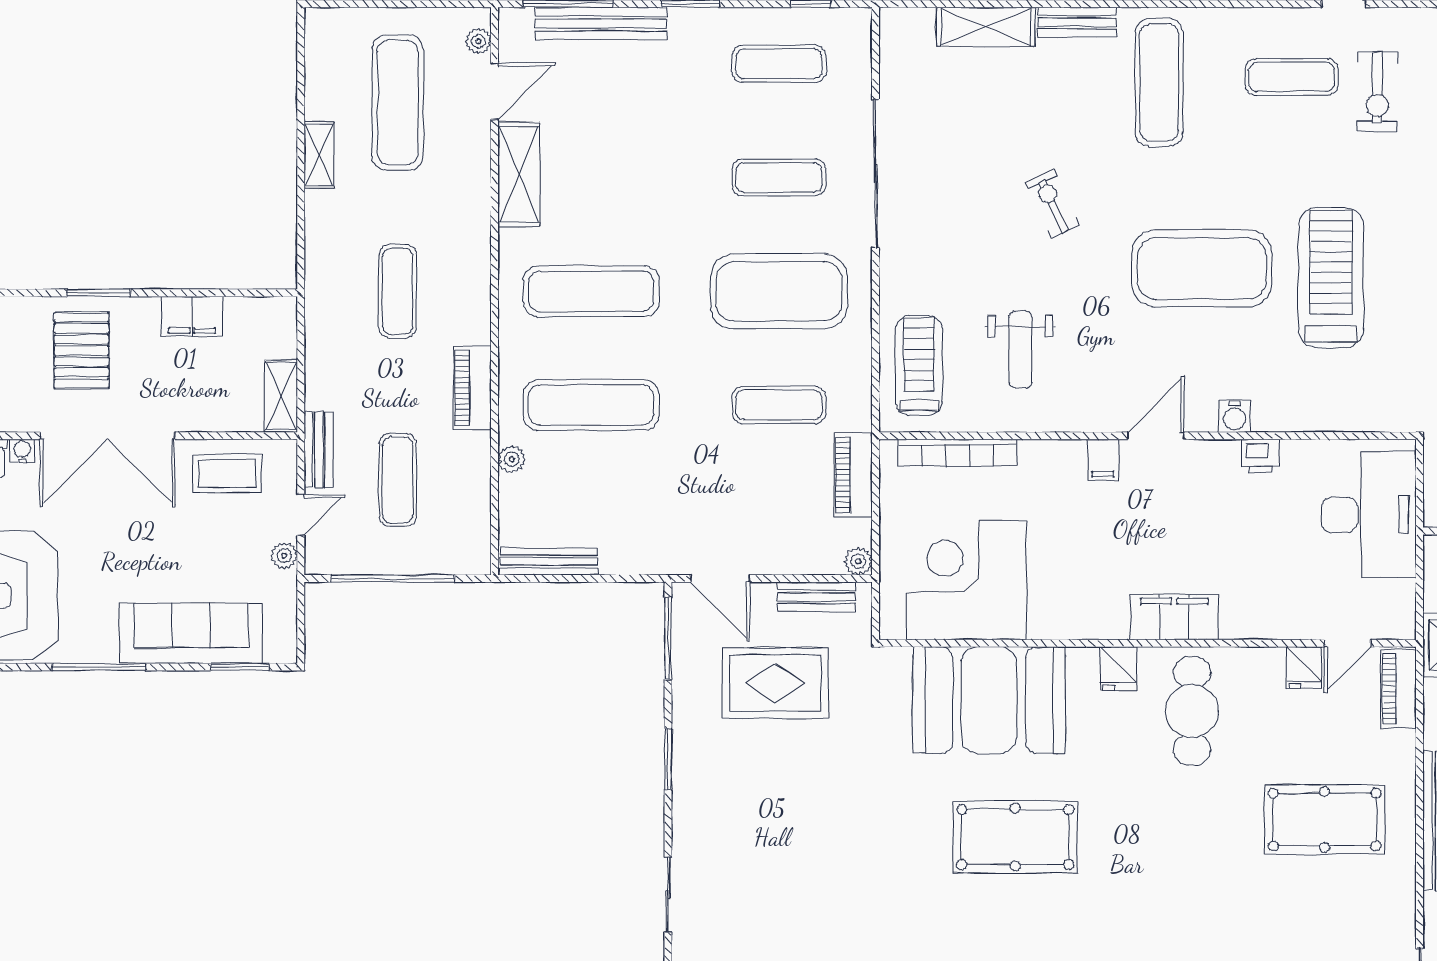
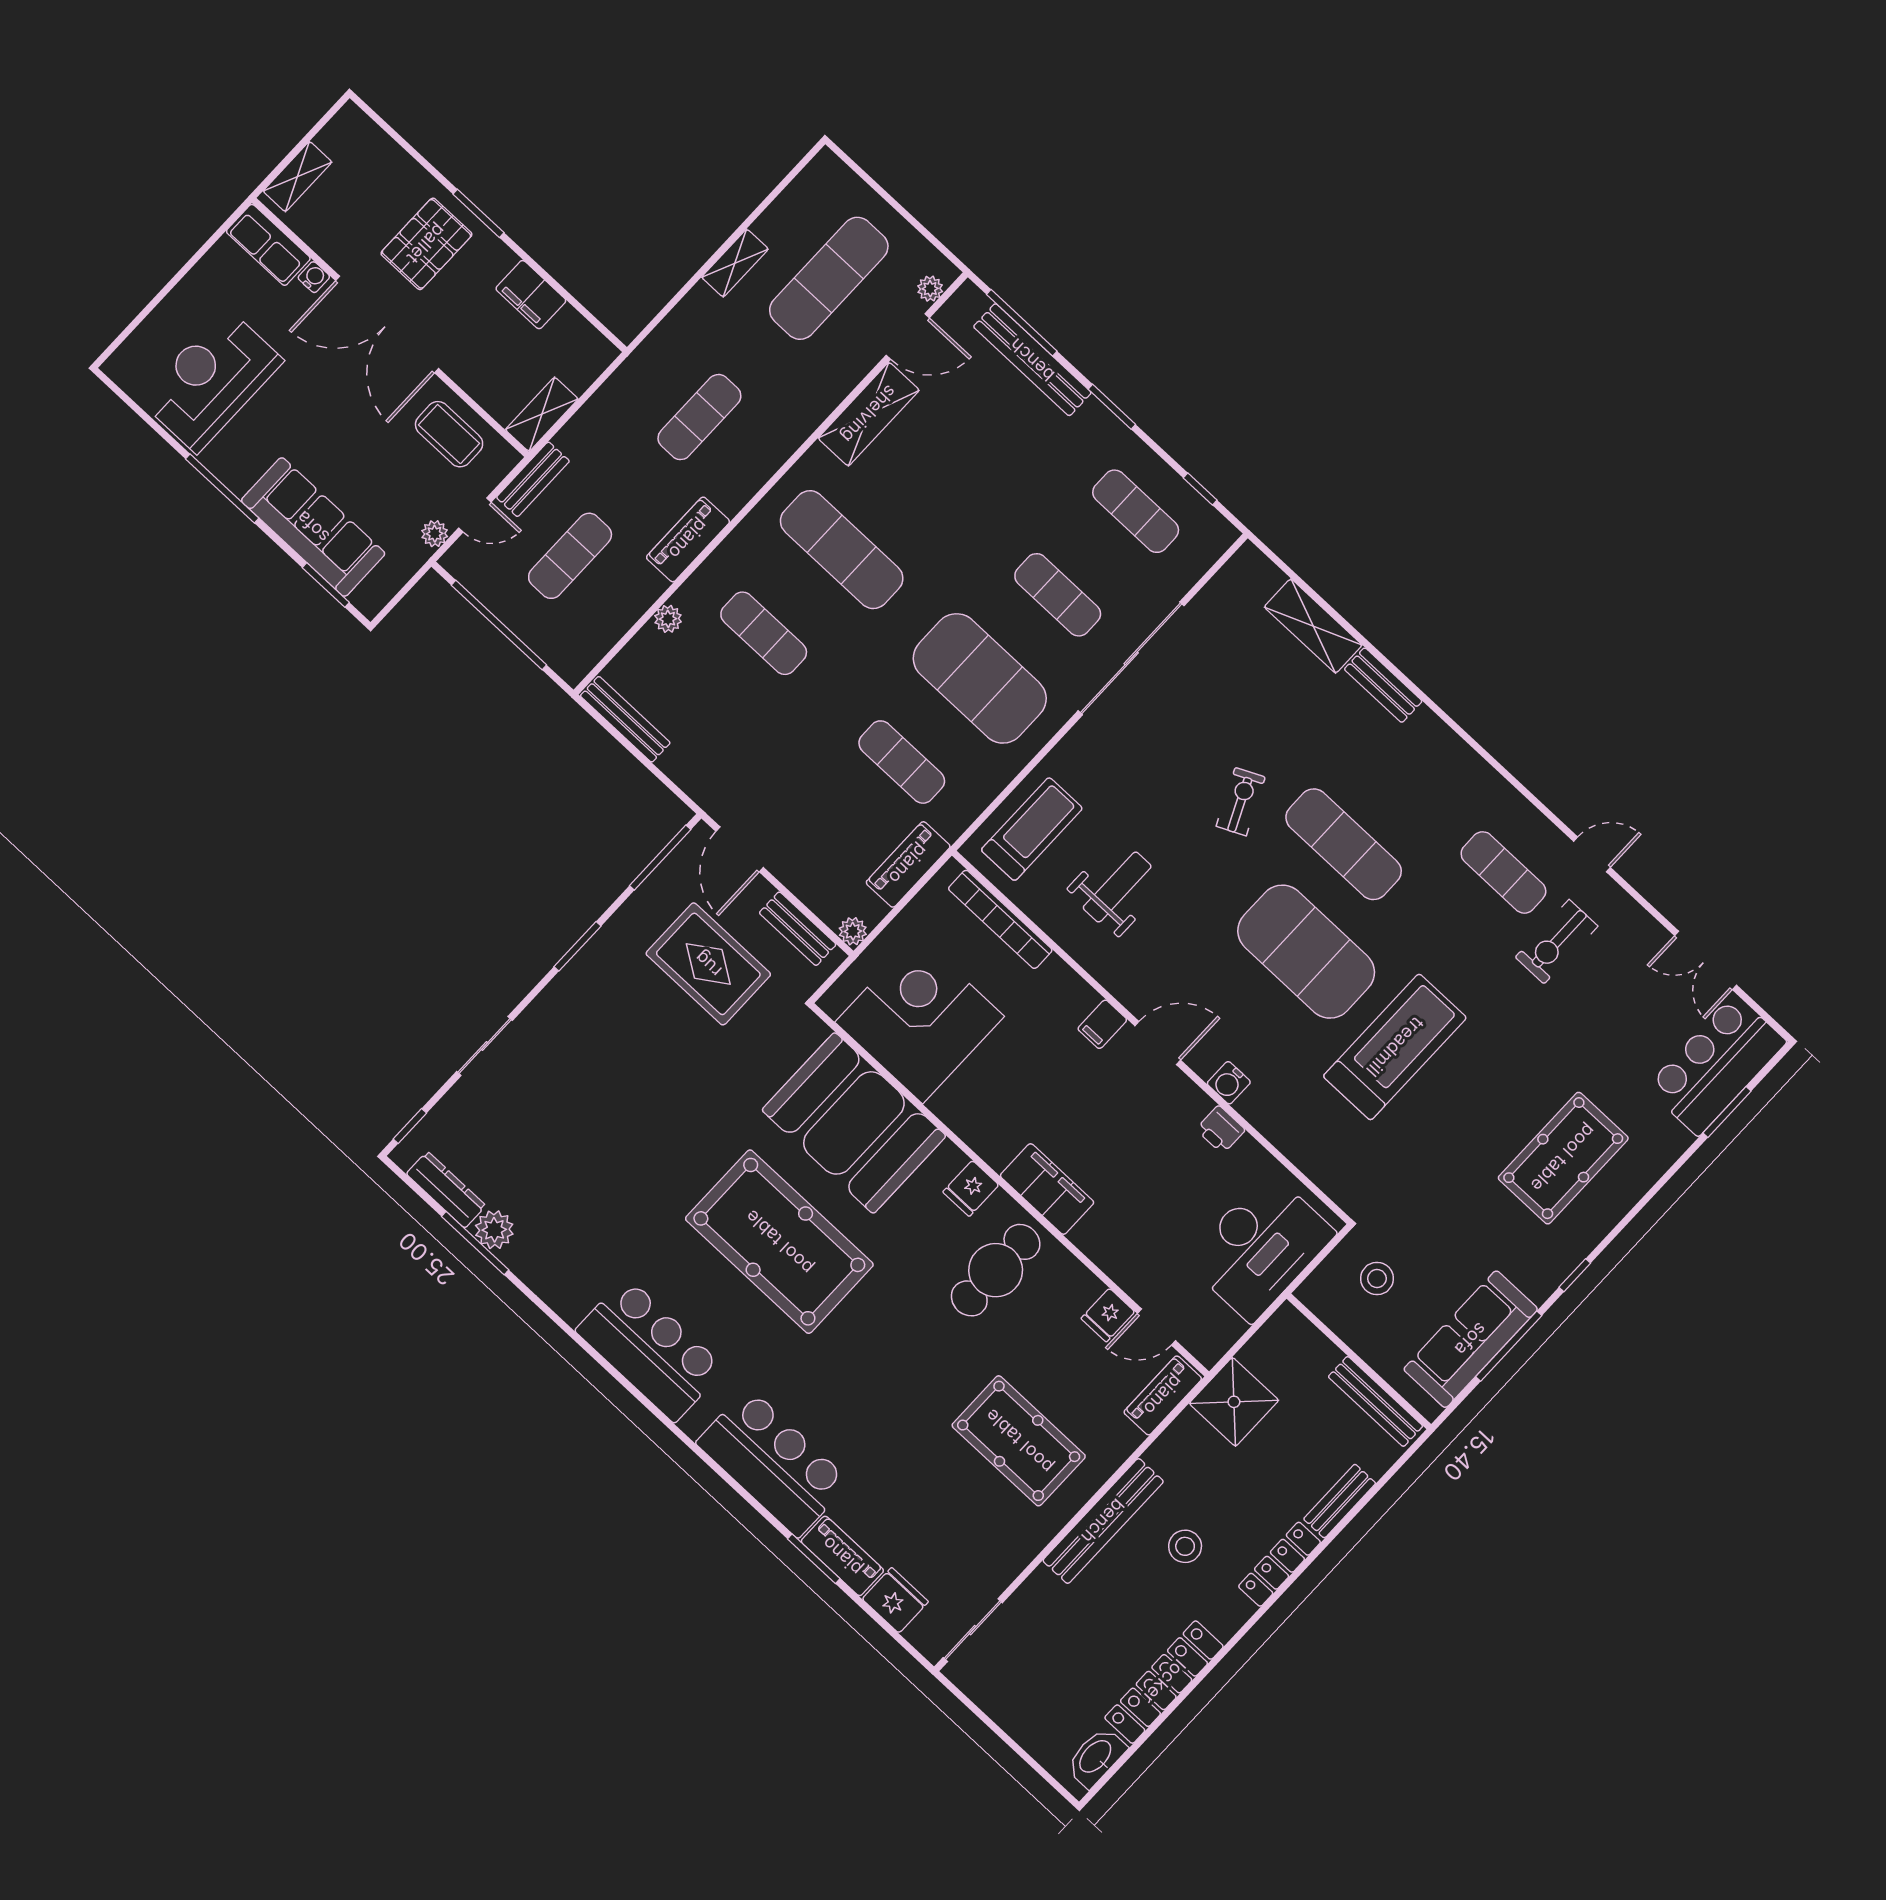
exercise mat: (1159, 82) -> (1344, 844), moved, turned 90
weight bench: (1020, 350) -> (1117, 887), turned 180
exercise mat: (591, 405) -> (764, 633), width x0.73, depth x0.69
pool table: (1015, 837) -> (779, 1242), width x1.36, depth x1.32

